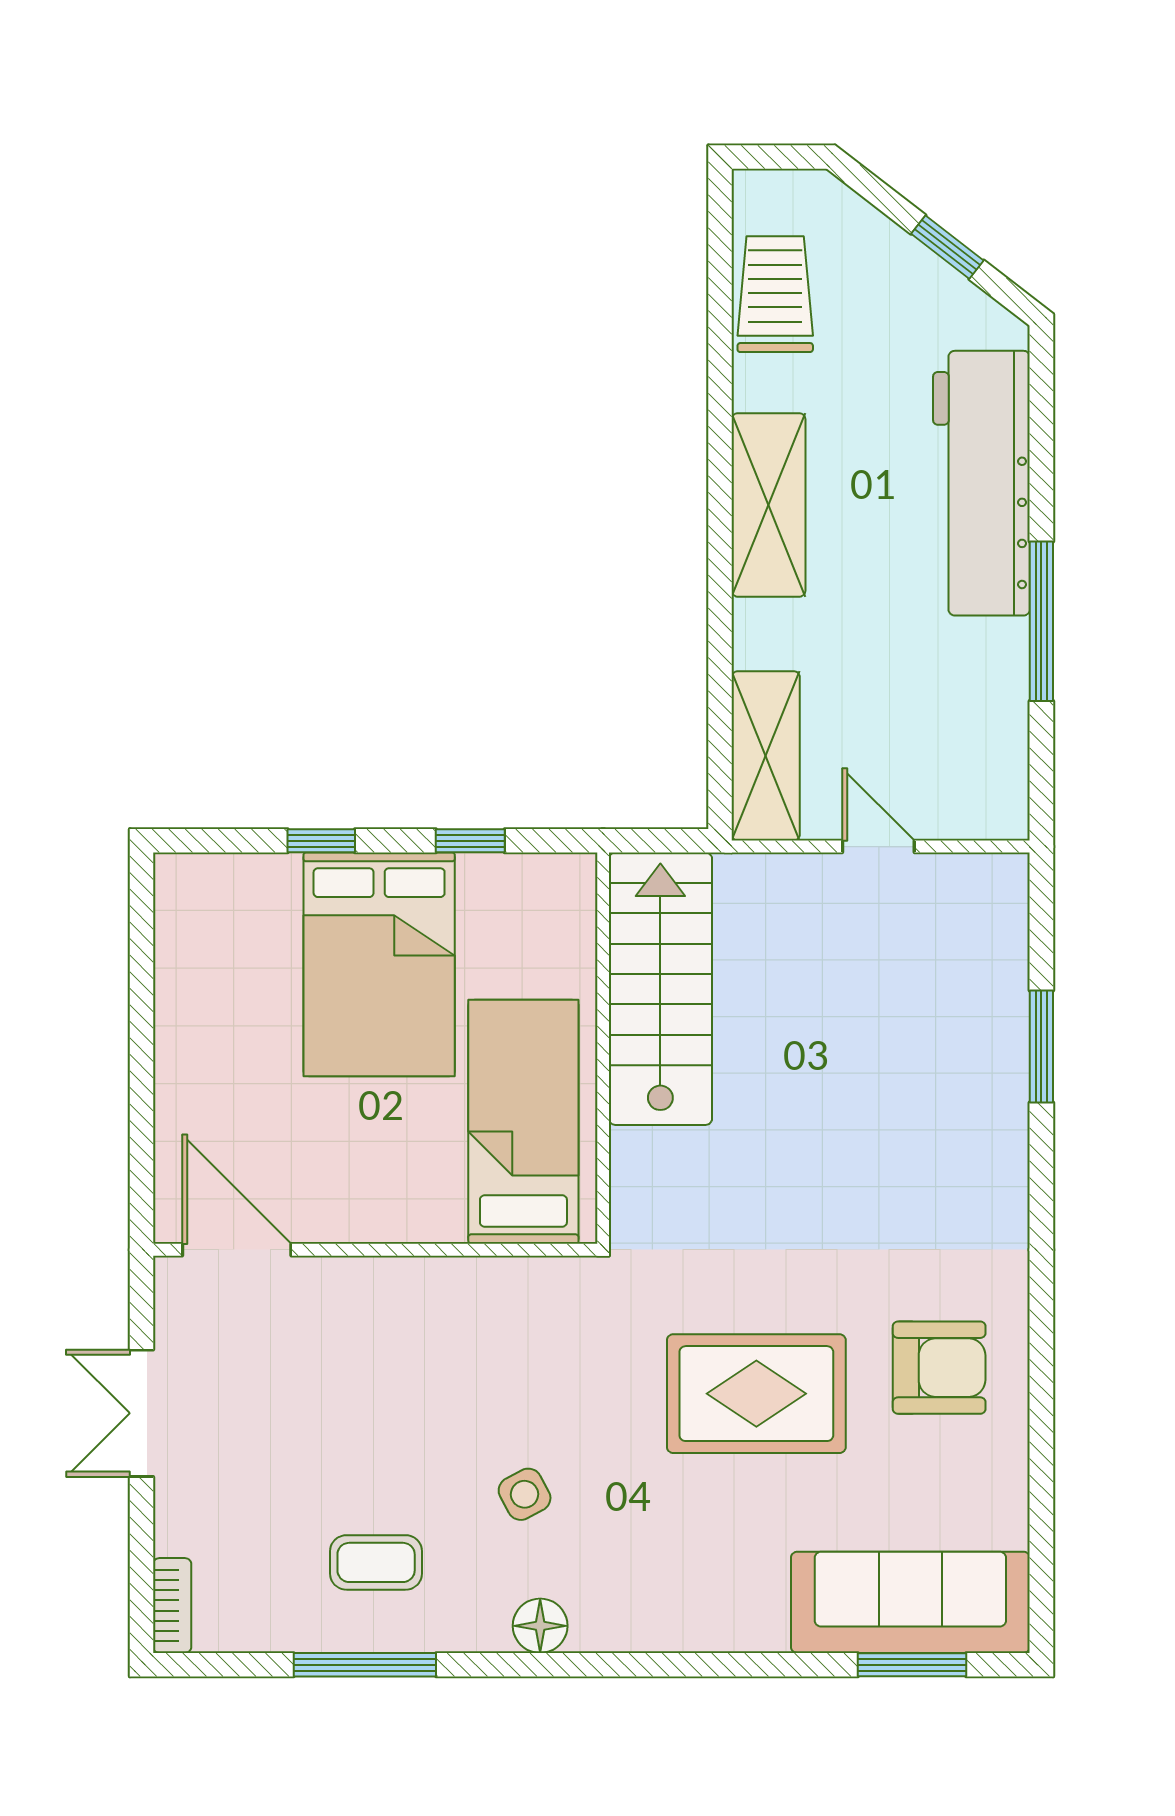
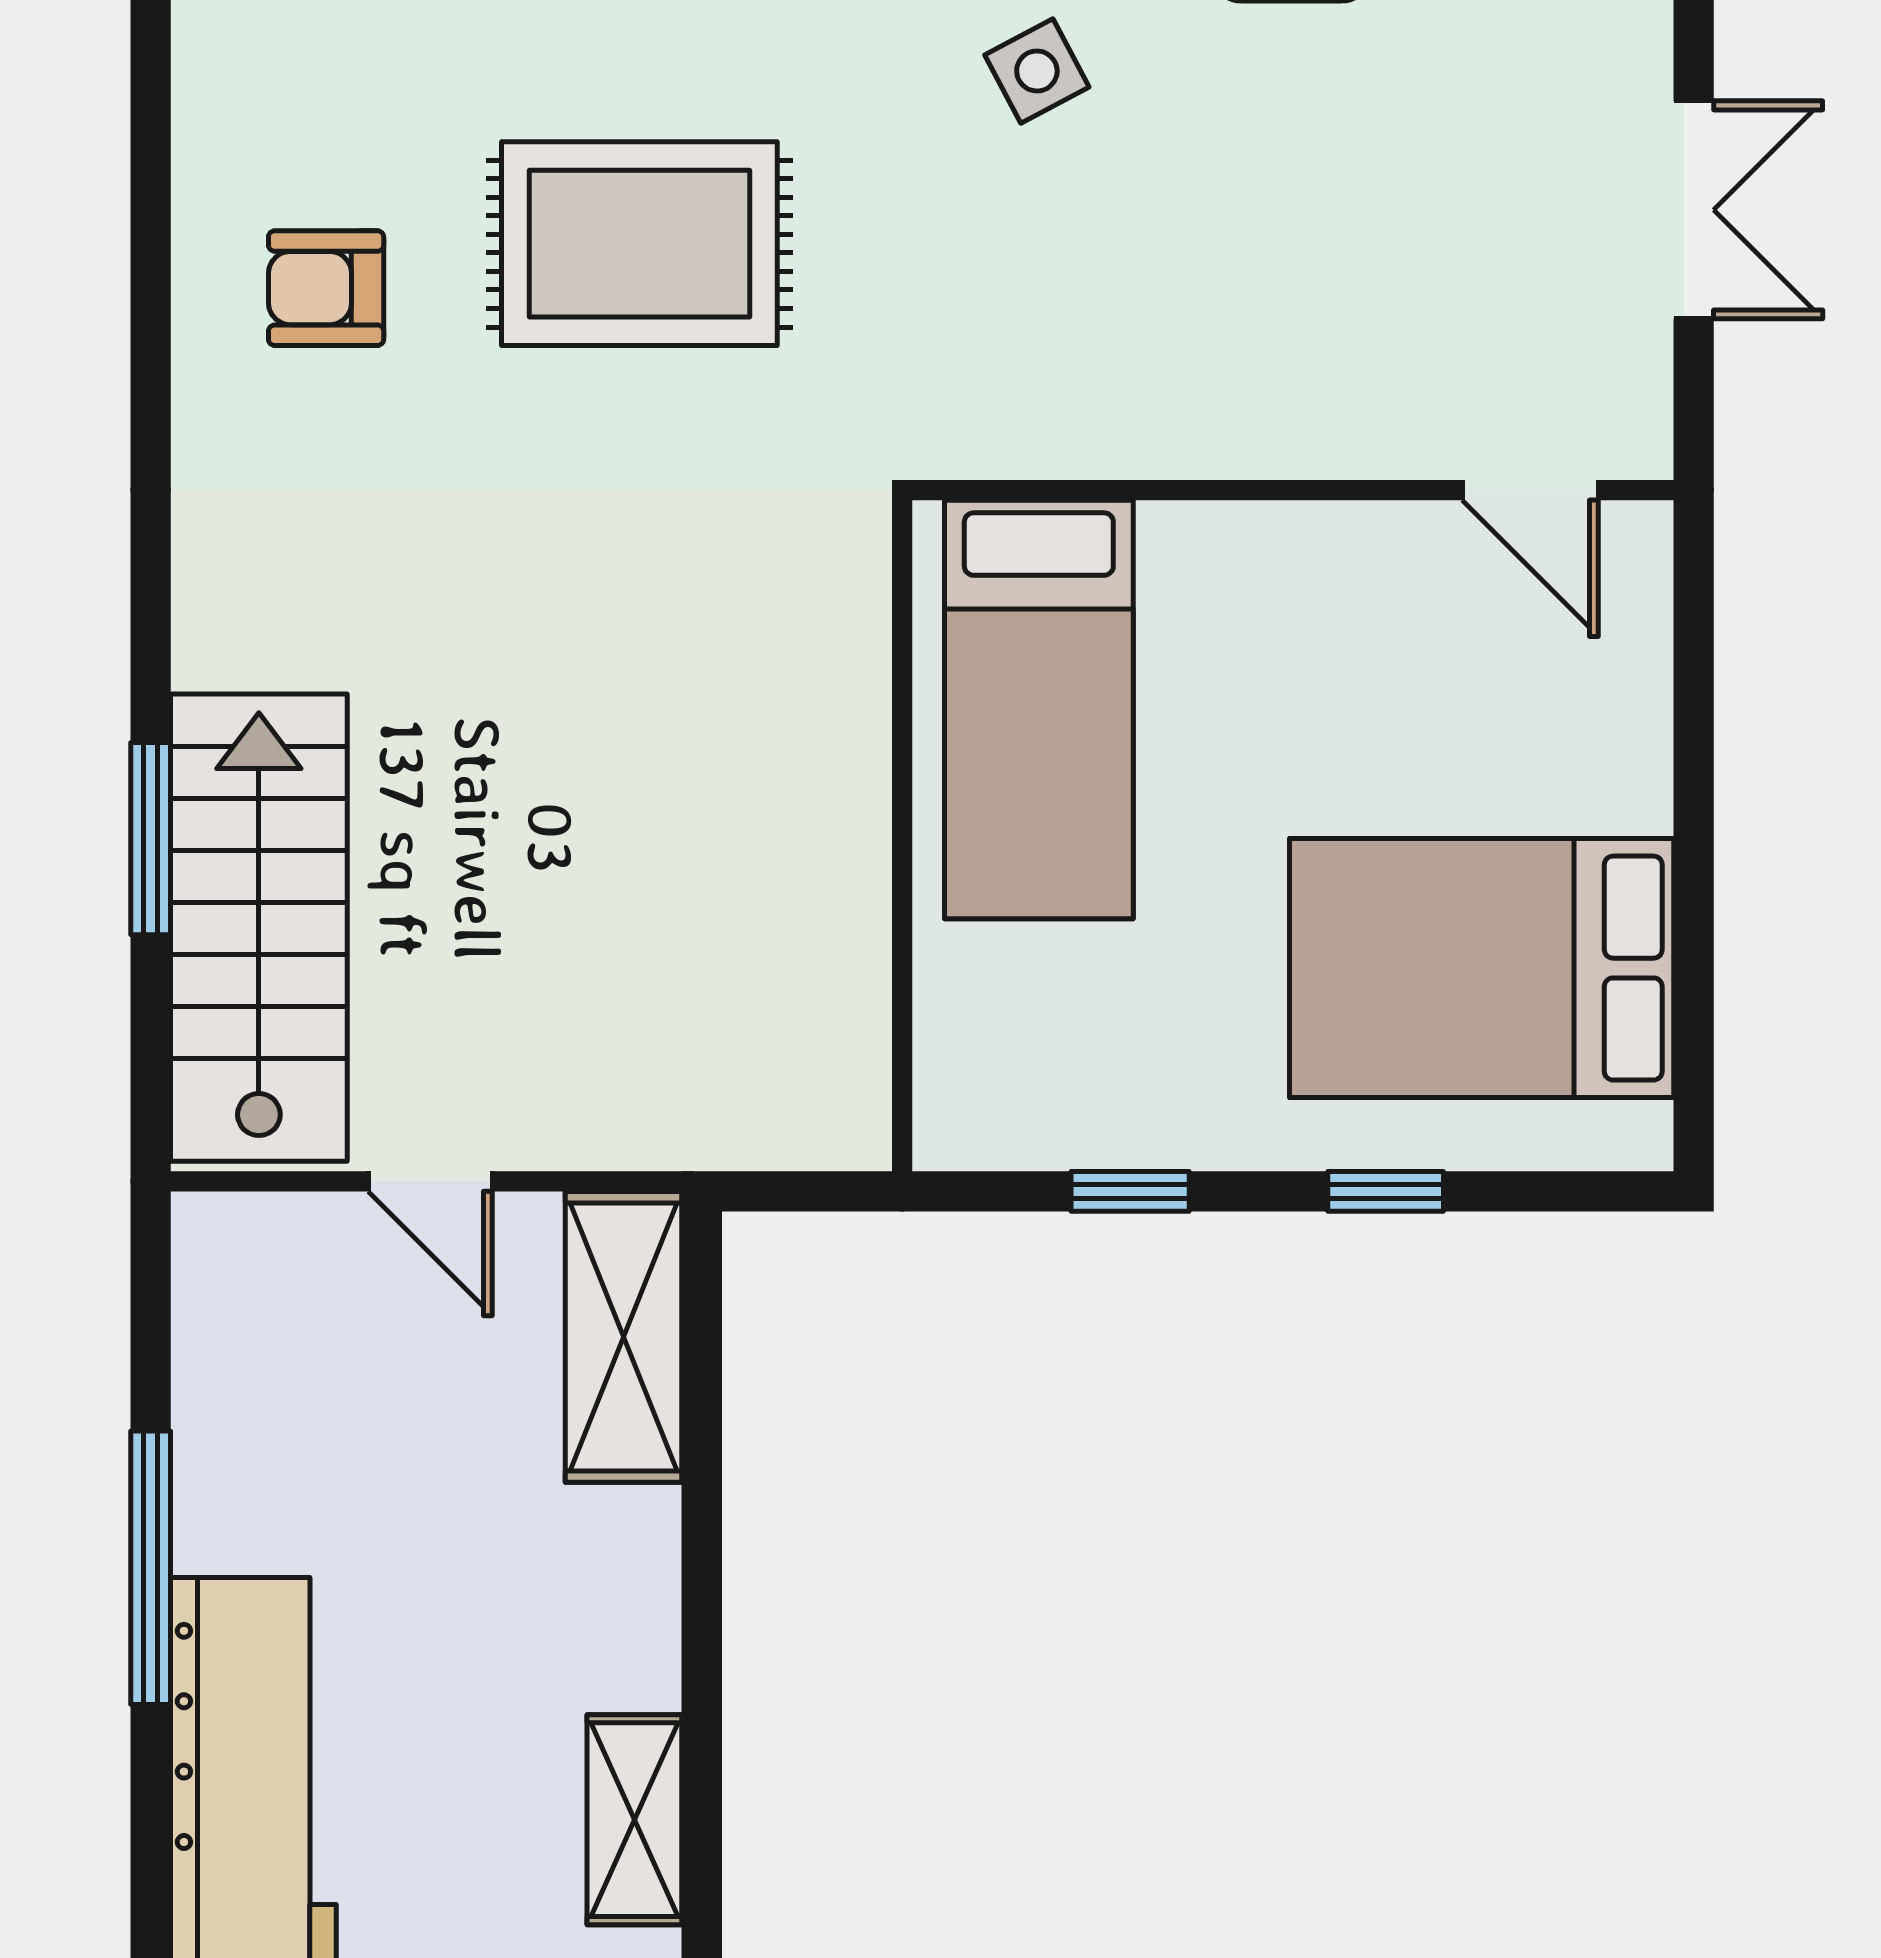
shelving: (768, 505) -> (634, 1820), width x0.67, depth x0.75
bed: (379, 964) -> (1482, 968), moved, turned -90
stairs: (660, 989) -> (259, 928), moved, turned 180
door: (237, 1250) -> (1530, 490), width x0.73
armchair: (939, 1368) -> (326, 288), width x0.72, depth x0.72

